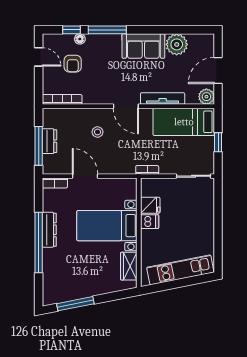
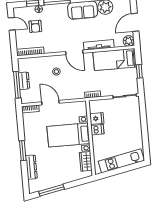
dresser: (49, 230) -> (31, 167), moved
window: (39, 243) -> (23, 151), width x0.47

